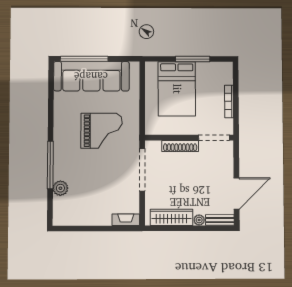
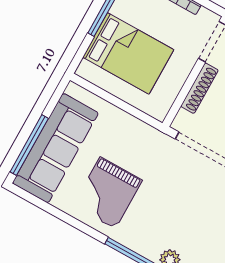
grand piano: (102, 131) -> (108, 193), moved, turned 180

